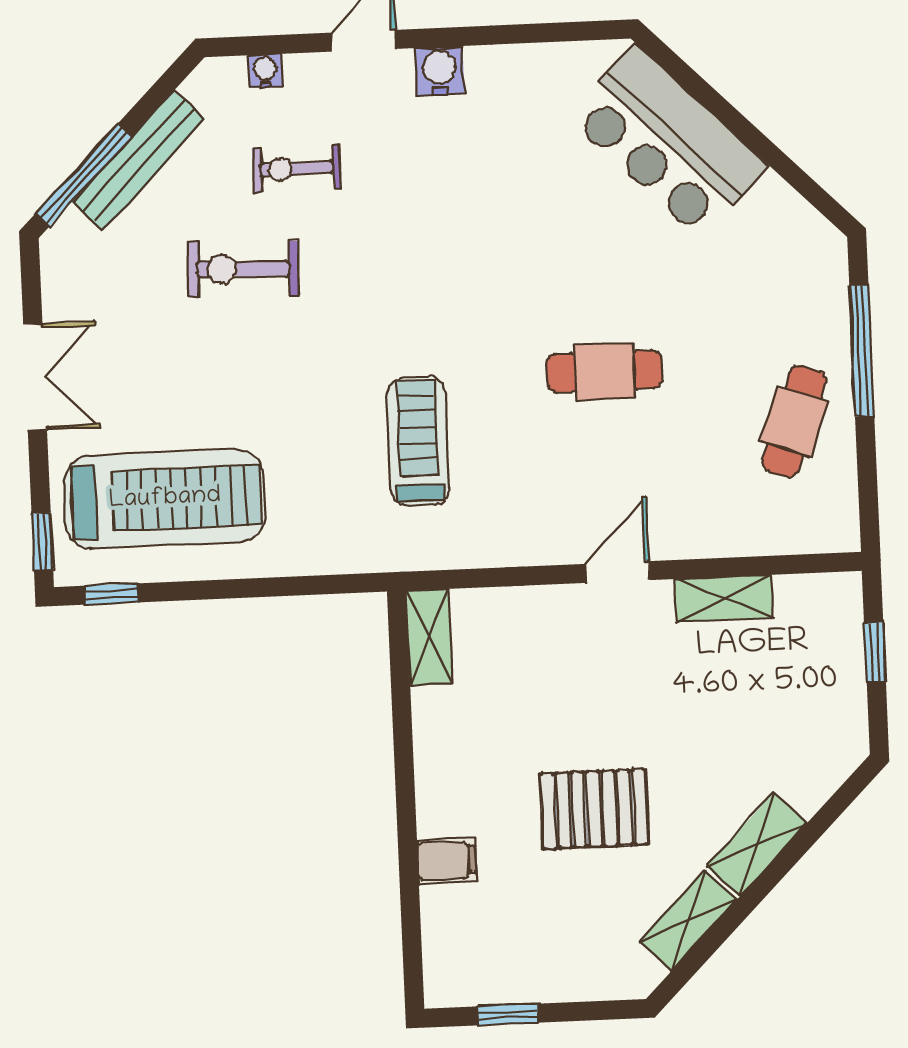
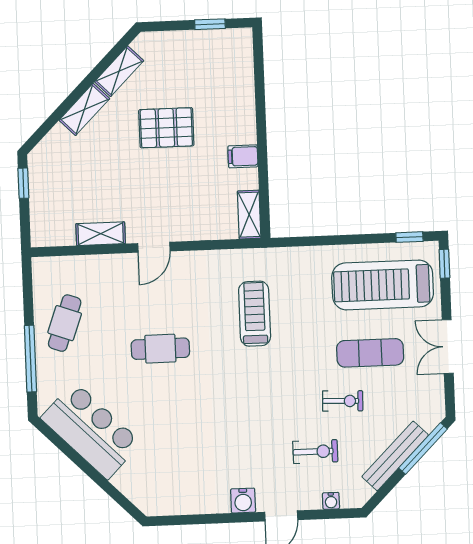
bar counter: (668, 142) -> (91, 430), moved
exercise bike: (243, 269) -> (343, 401), width x0.73, depth x0.72
exercise mat: (189, 364) -> (370, 353), added
treadmill: (418, 441) -> (255, 314), turned 180
window: (875, 653) -> (23, 183), moved
filing cabinet: (447, 860) -> (243, 156), moved

